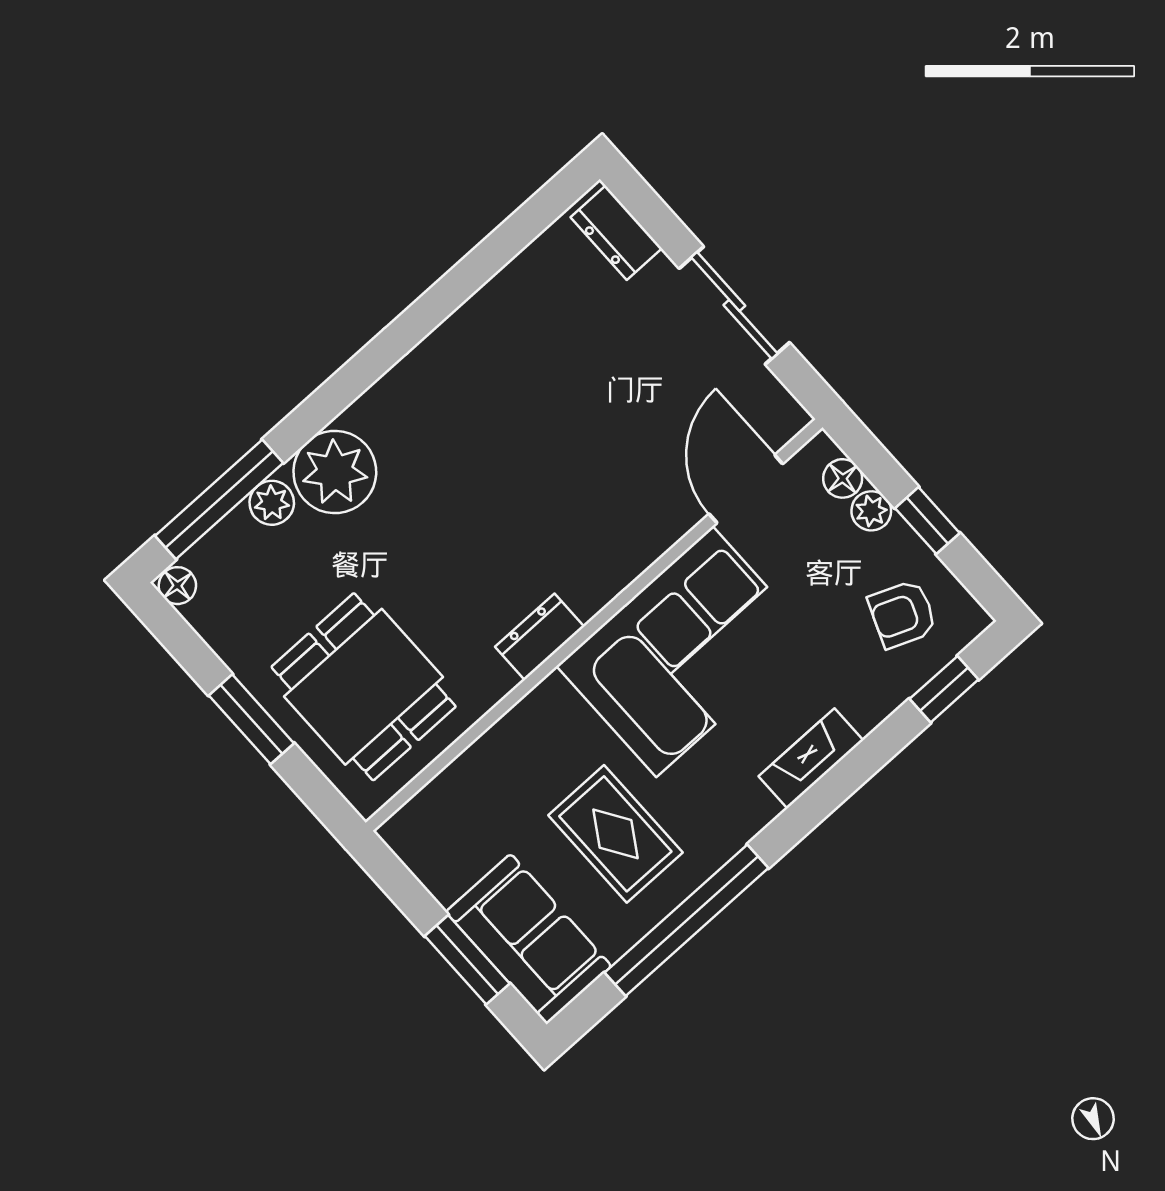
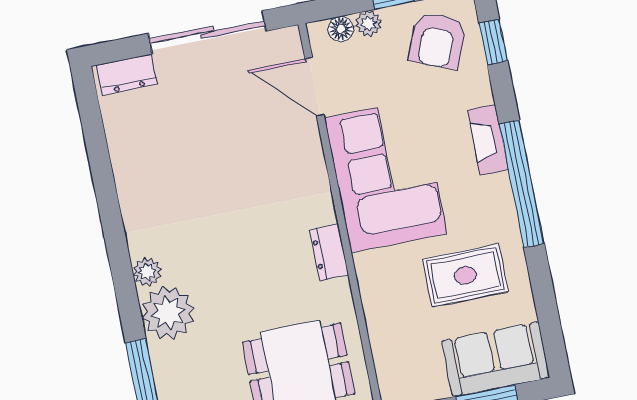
sliding door: (734, 305) -> (207, 32), width x1.37
plant: (272, 503) -> (147, 272), moved
armchair: (902, 614) -> (437, 40), width x1.38, depth x1.38
window: (686, 920) -> (522, 184), moved

